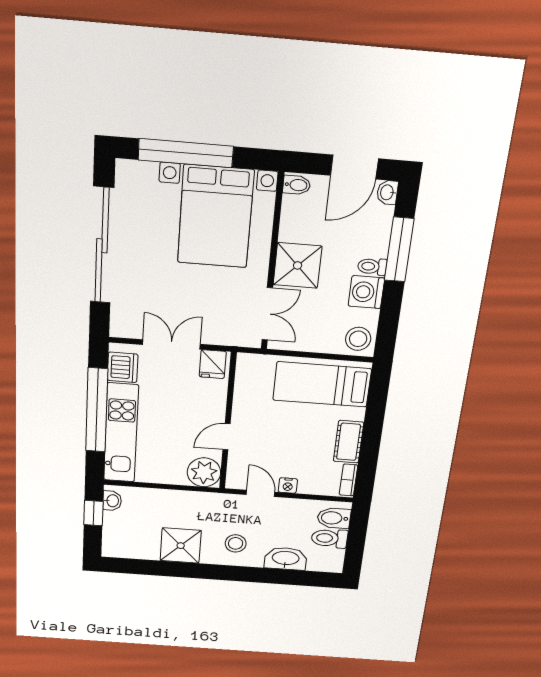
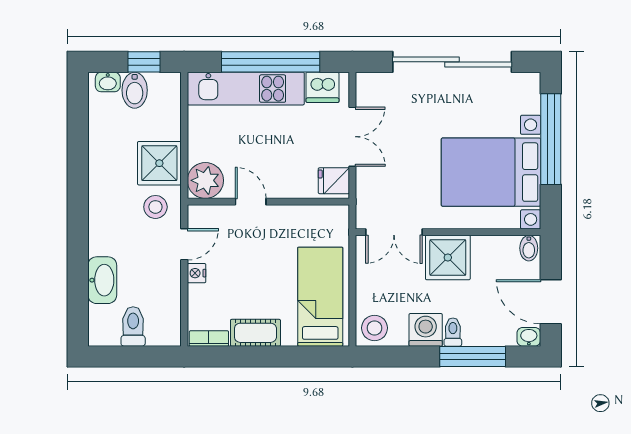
washbasin: (112, 501) -> (108, 82), moved
bidet: (334, 518) -> (135, 90), moved, turned 180
stool: (236, 543) -> (155, 207), moved
shower: (181, 546) -> (159, 163), moved

